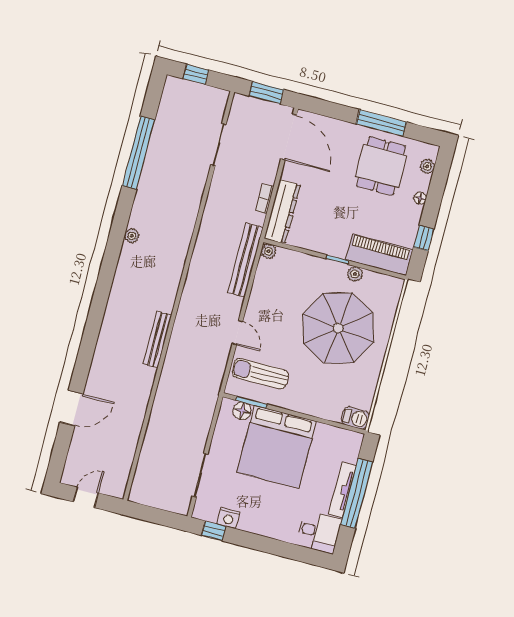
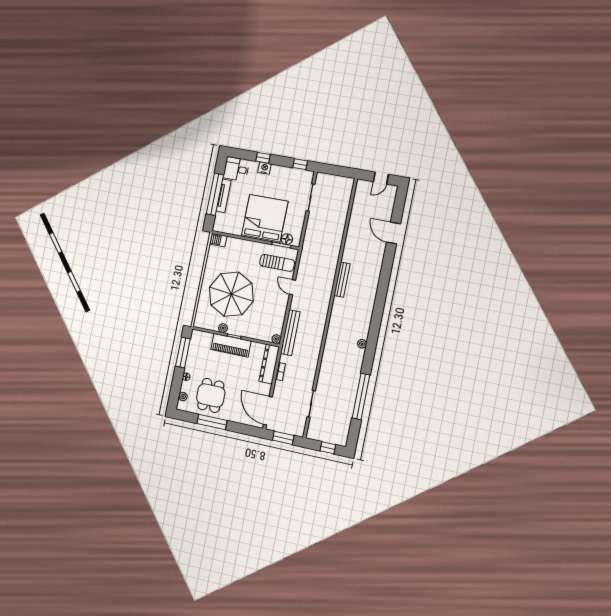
window: (424, 238) -> (183, 352), width x2.17
piano: (379, 255) -> (231, 345), moved
door: (71, 408) -> (393, 233), hinge flipped
nightstand: (228, 518) -> (264, 168), moved
window: (274, 547) -> (263, 158), added

